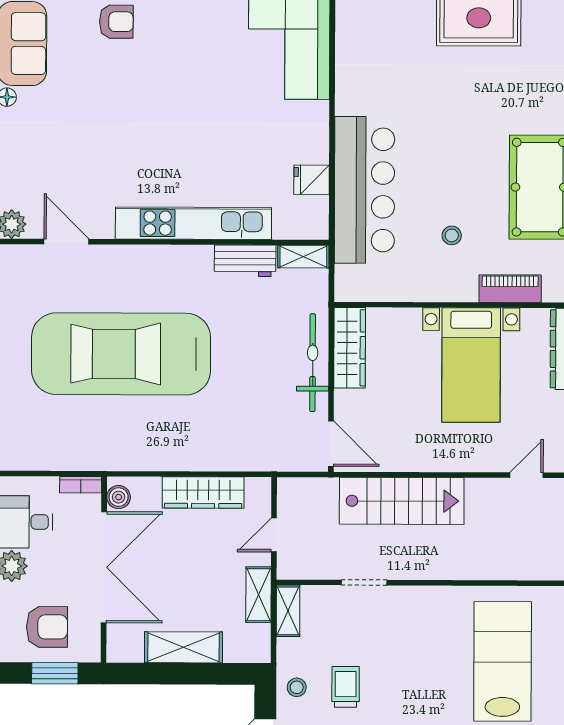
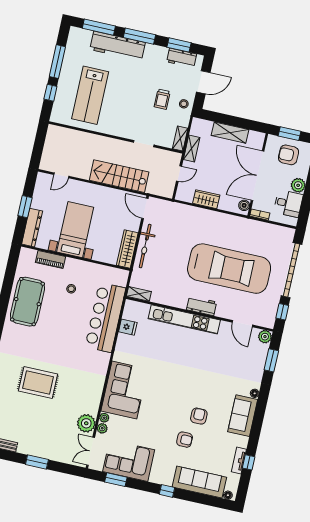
armchair: (116, 22) -> (199, 416), turned 90
workbench: (245, 261) -> (202, 306), moved
wardrobe: (203, 493) -> (206, 199), width x0.67

